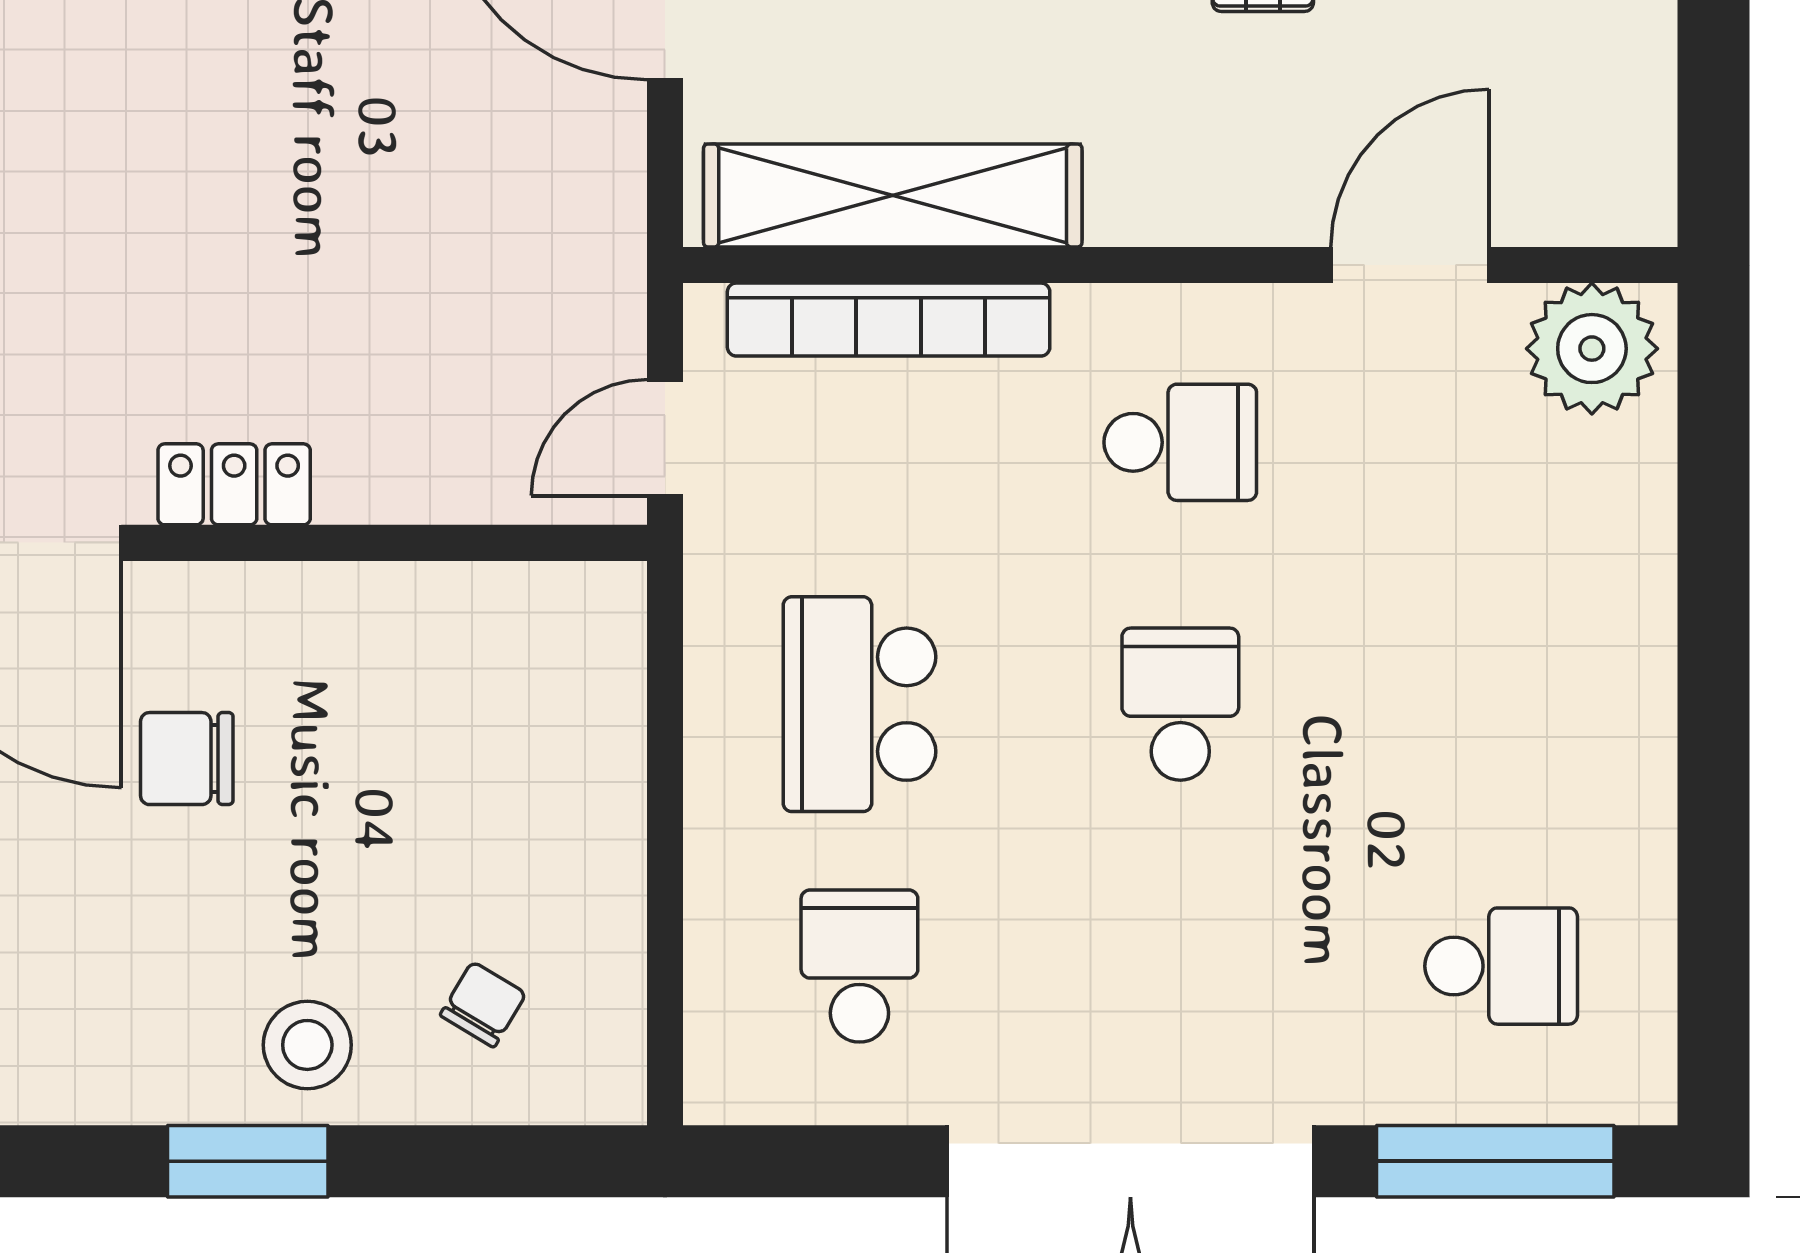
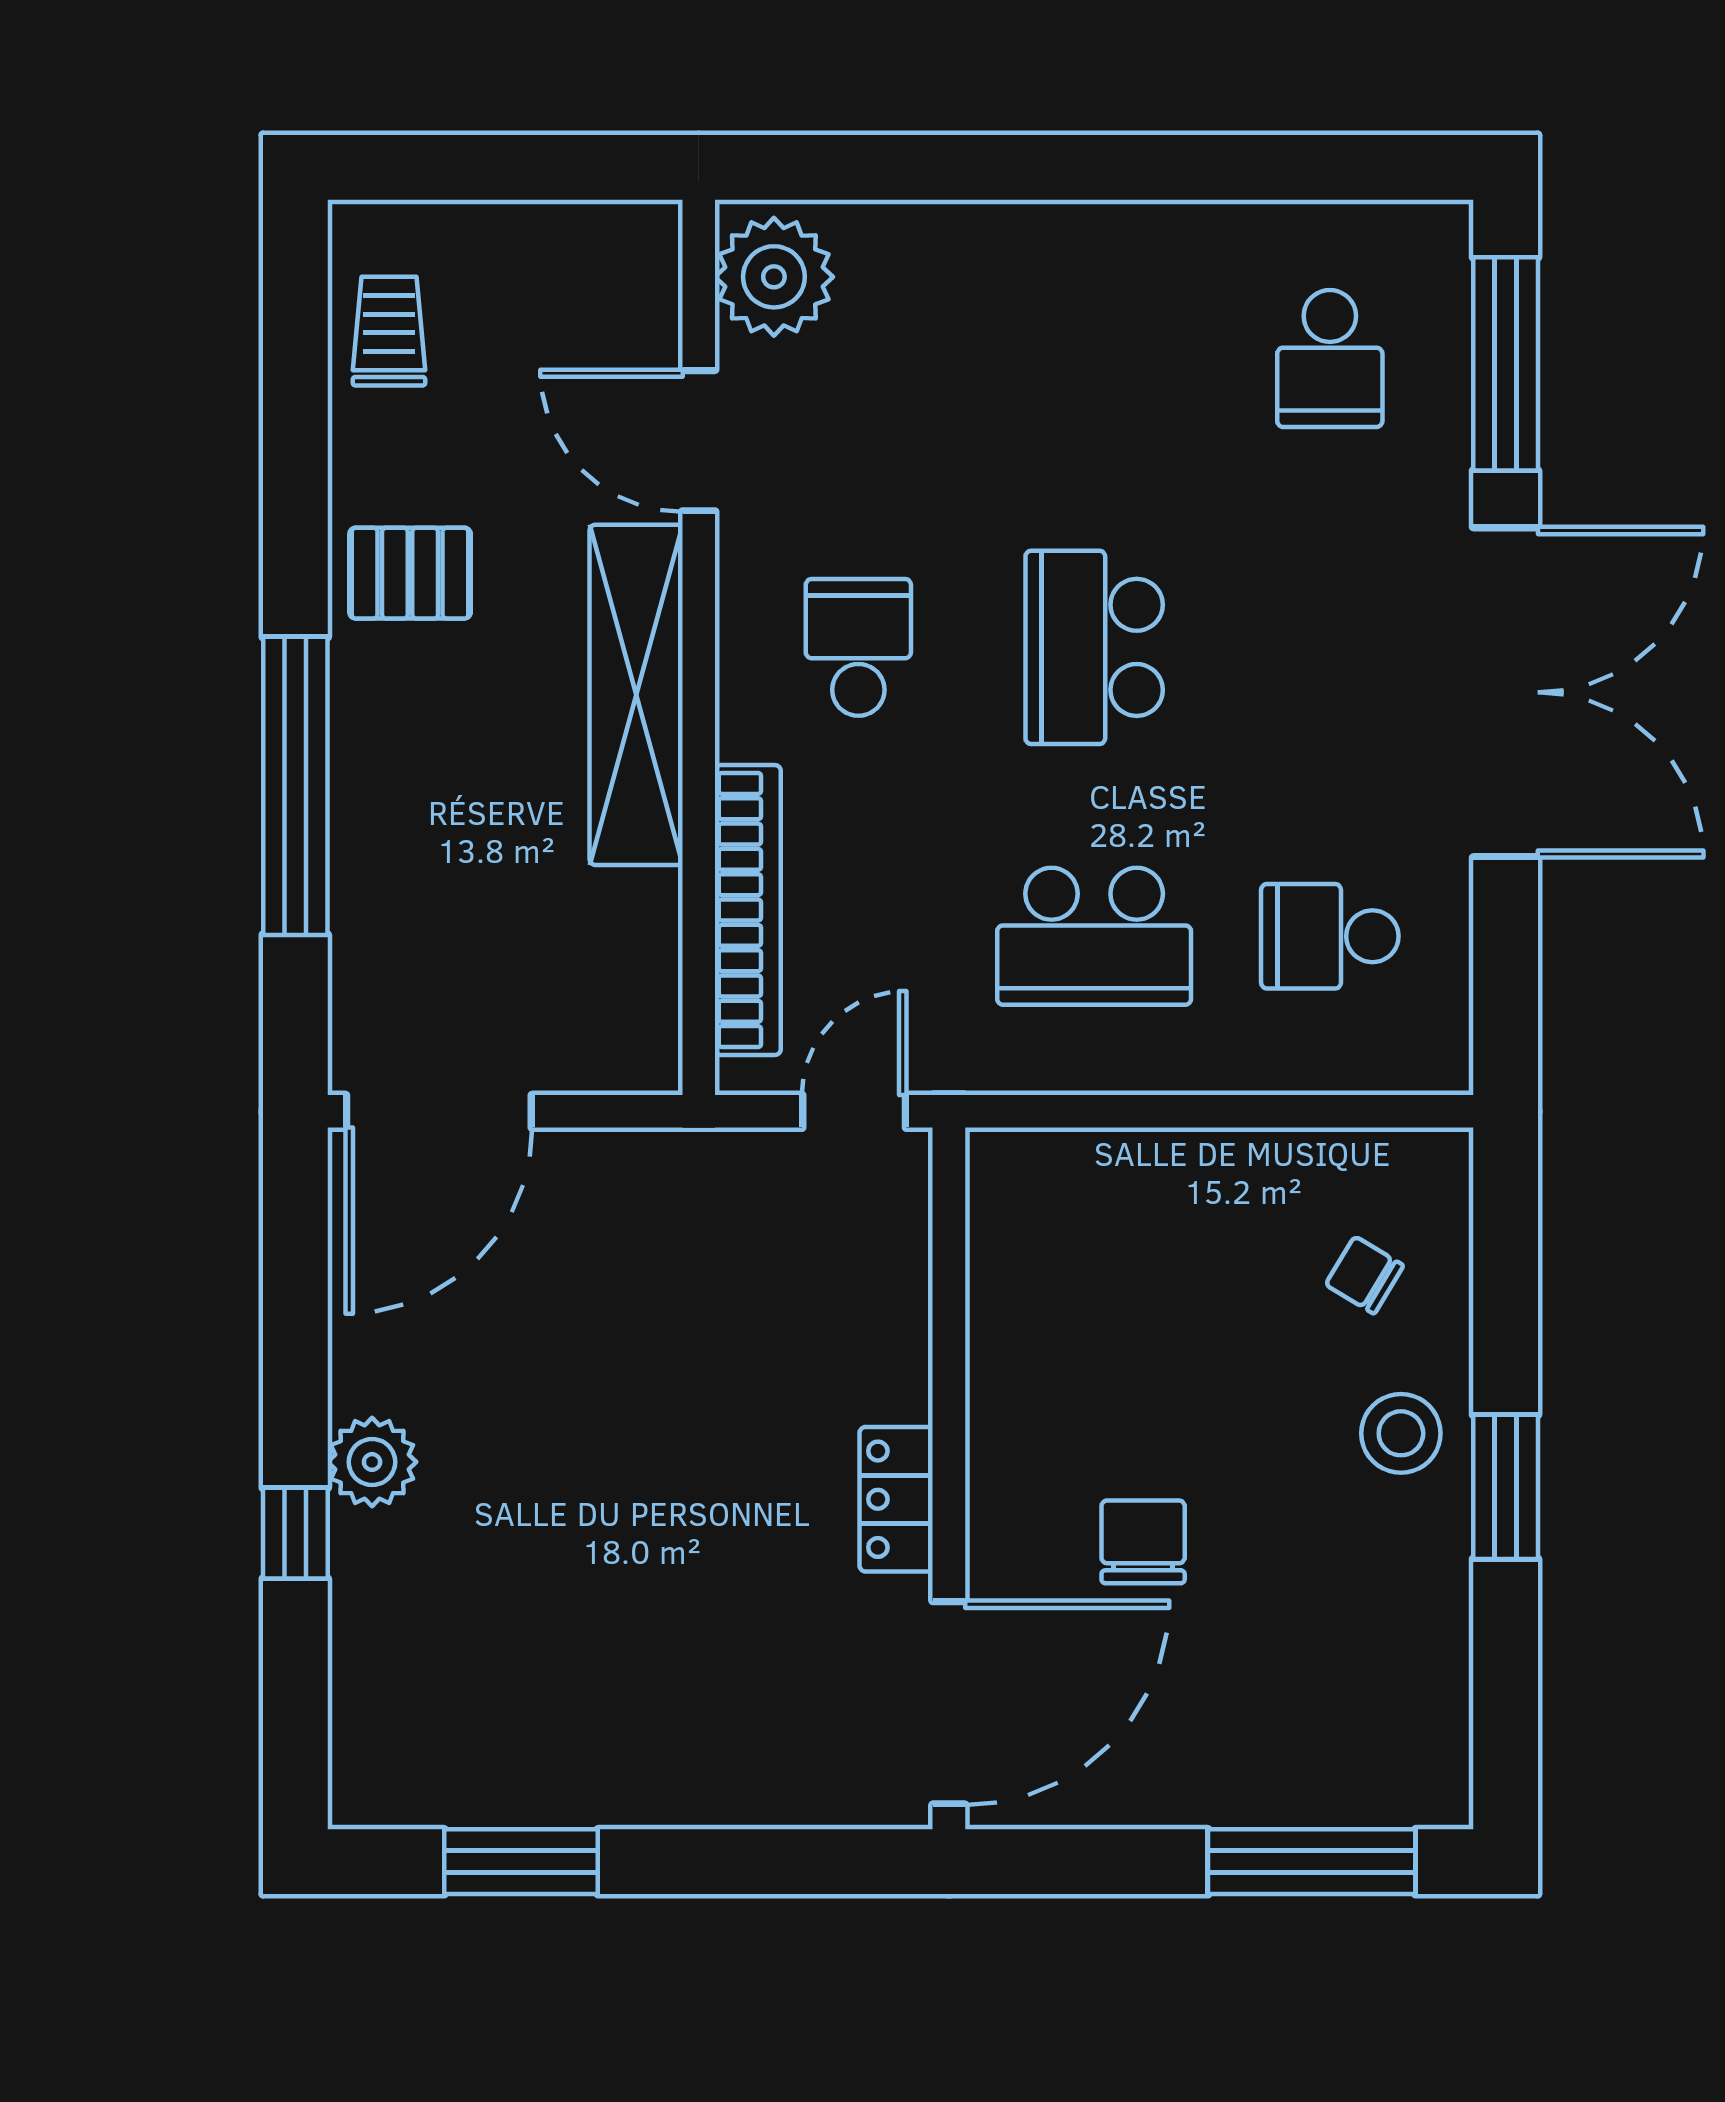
shelving: (893, 196) -> (636, 695), moved
door: (665, 438) -> (854, 1111), swing flipped
school desk: (1180, 704) -> (1094, 647), width x1.85
chair: (187, 759) -> (1143, 1542), turned 180
school desk: (1501, 966) -> (1330, 359), turned 180

